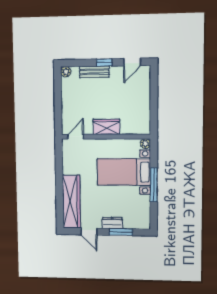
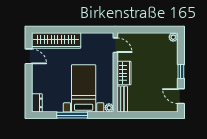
bench: (94, 72) -> (122, 99), moved
dresser: (112, 223) -> (37, 103), moved
door: (89, 231) -> (29, 56), swing flipped
window: (121, 232) -> (29, 86), removed

